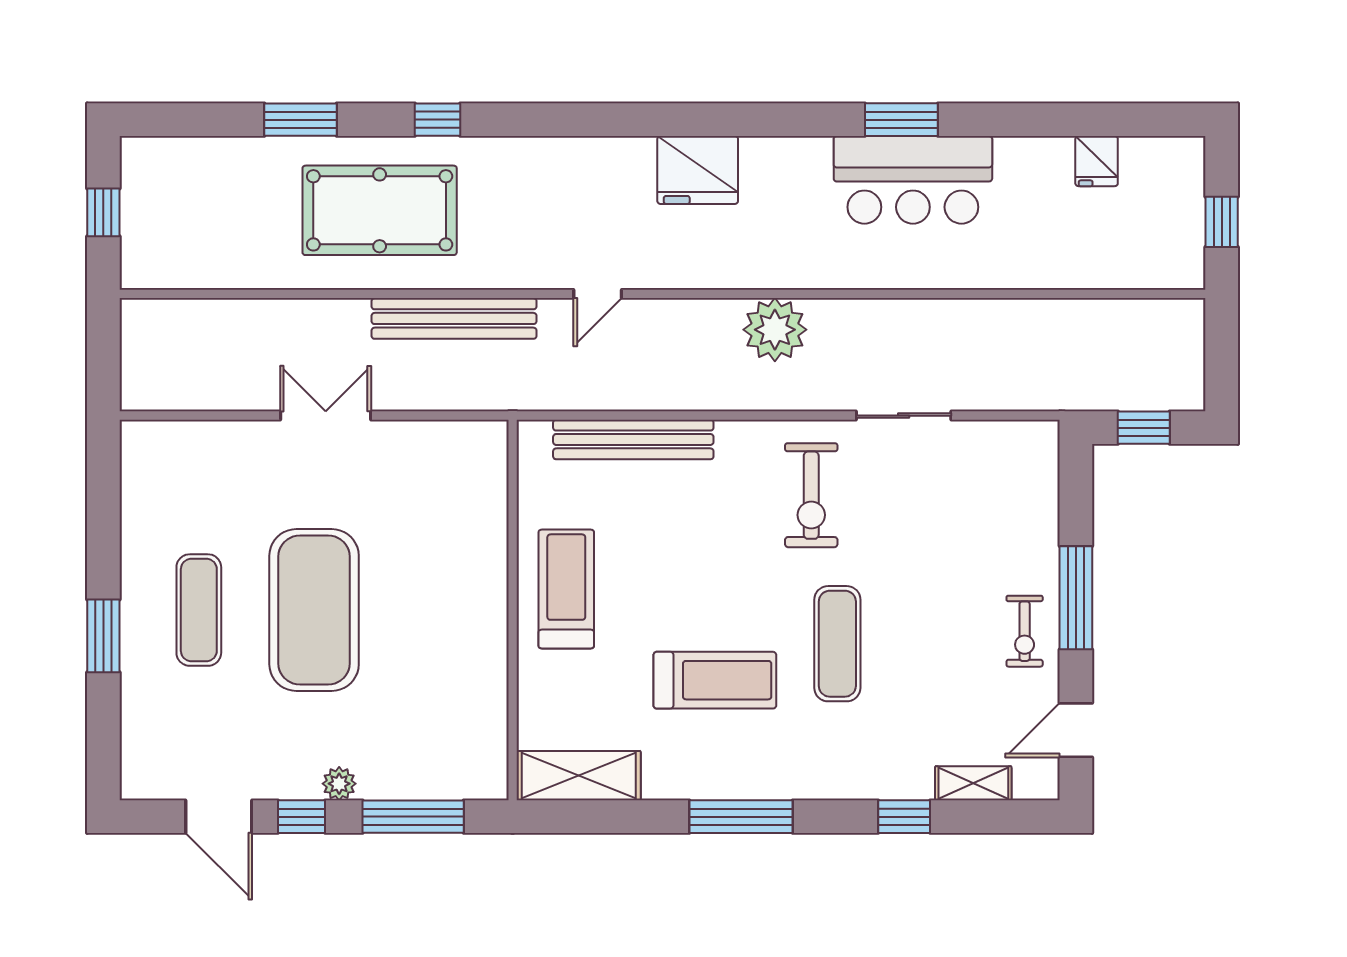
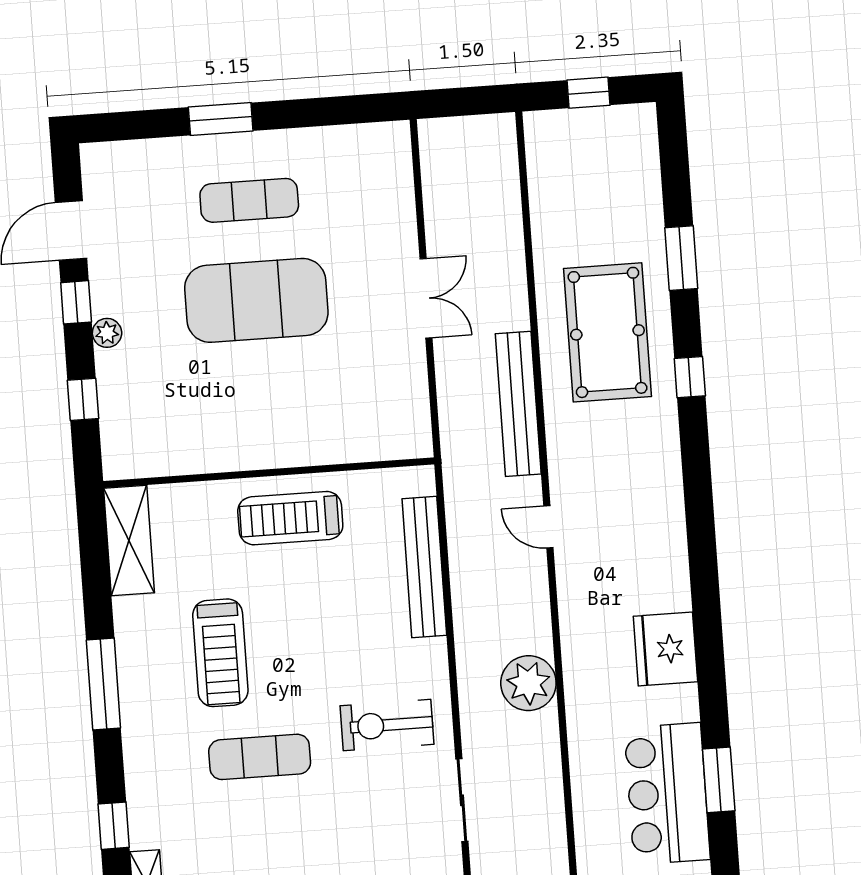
fridge: (698, 170) -> (665, 649), moved
treadmill: (566, 589) -> (290, 518), turned 180
window: (413, 817) -> (83, 399), width x0.46

